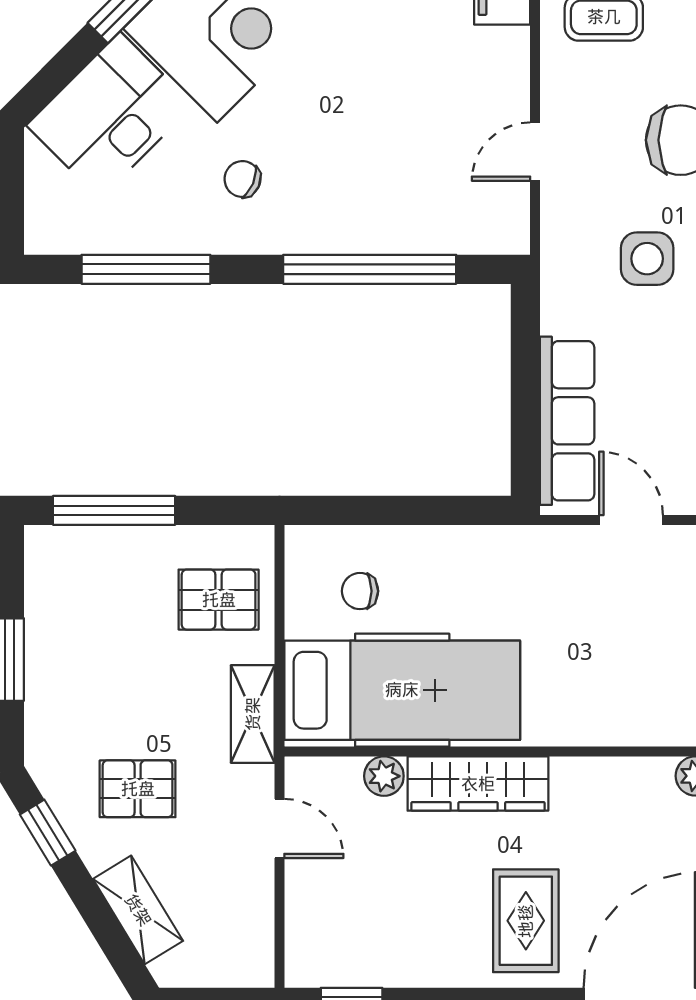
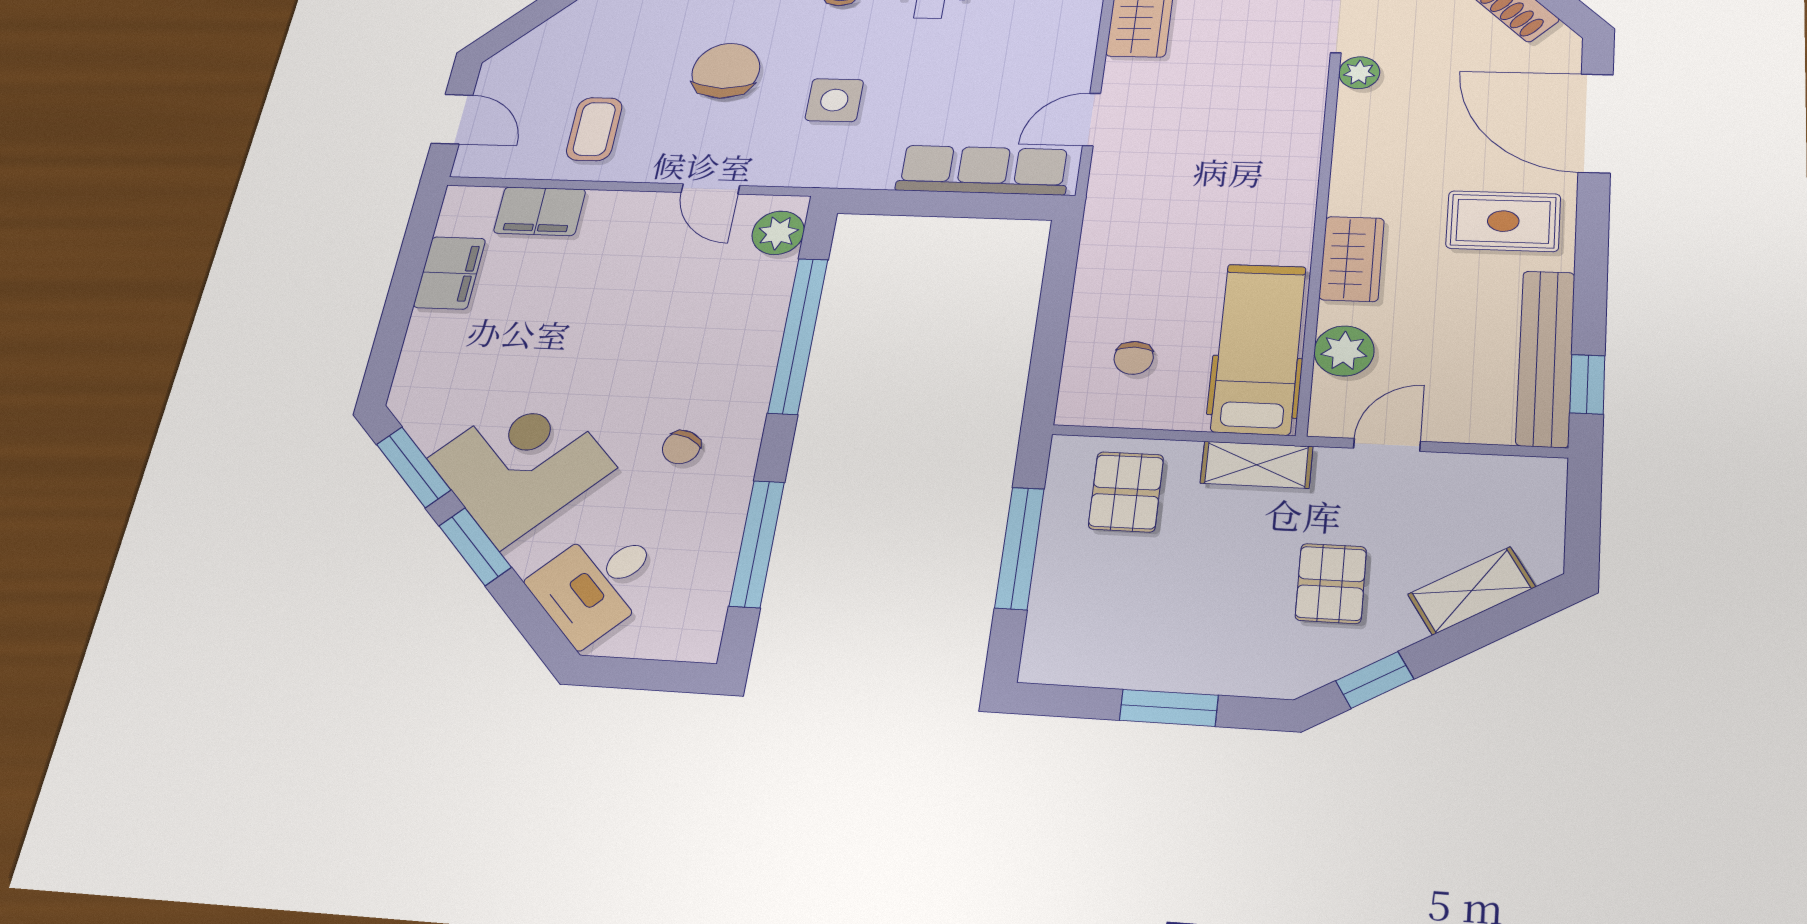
desk: (110, 115) -> (597, 583), width x0.73
plant: (486, 229) -> (778, 233), added
window: (114, 510) -> (1020, 548), moved
hospital bed: (402, 690) -> (1259, 348), width x0.73, depth x0.78
plant: (384, 776) -> (1344, 351), width x1.38, depth x1.38
wardrobe: (478, 784) -> (1352, 259), width x0.67
bench: (378, 965) -> (1546, 358), added

